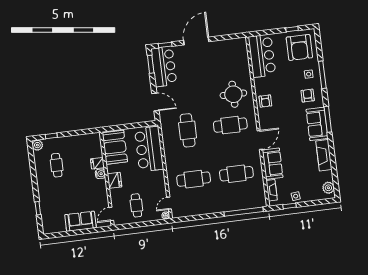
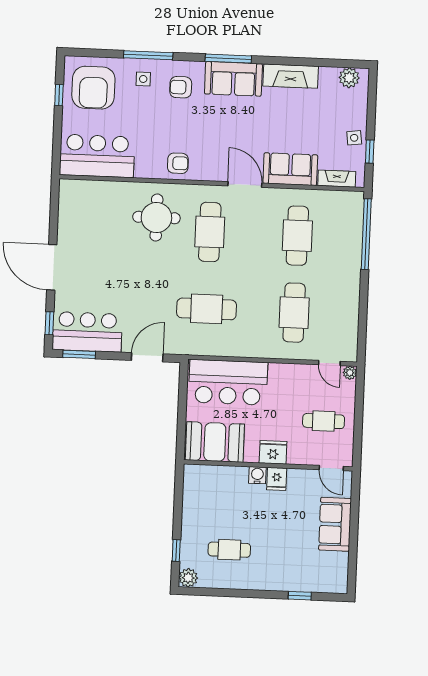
armchair: (299, 47) -> (93, 88), turned 90
fridge: (97, 163) -> (277, 479), moved

